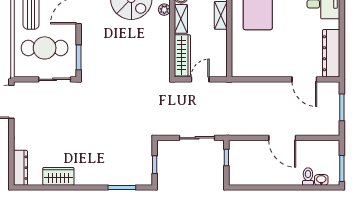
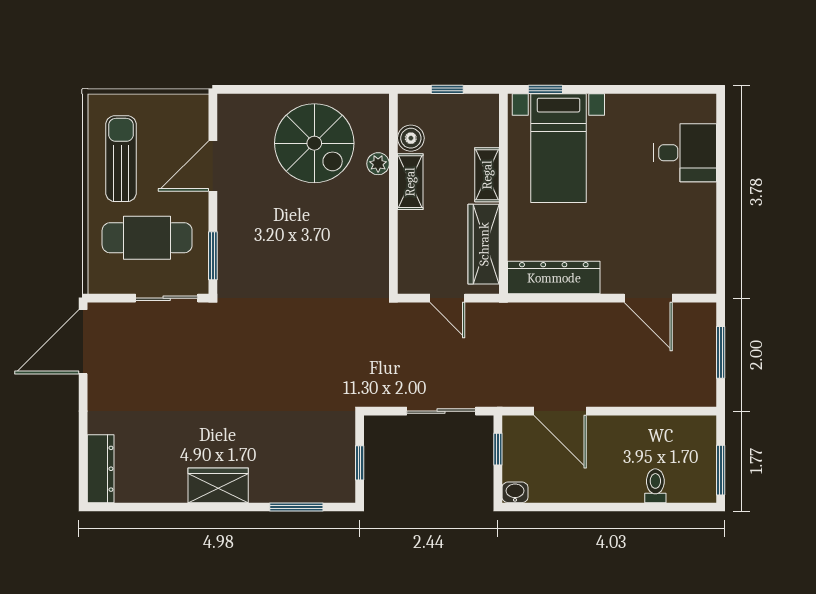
dresser: (331, 53) -> (554, 278), moved, turned 90
wardrobe: (182, 55) -> (484, 244), moved, turned 180
door: (200, 79) -> (447, 298), swing flipped
door: (282, 138) -> (560, 411), moved
wardrobe: (58, 176) -> (218, 485), moved
washbasin: (321, 180) -> (515, 492), moved

